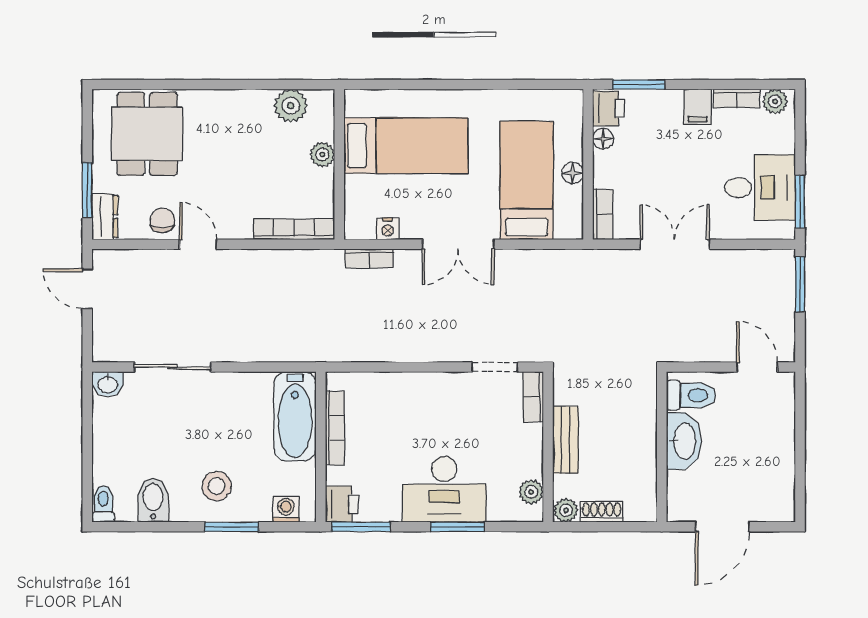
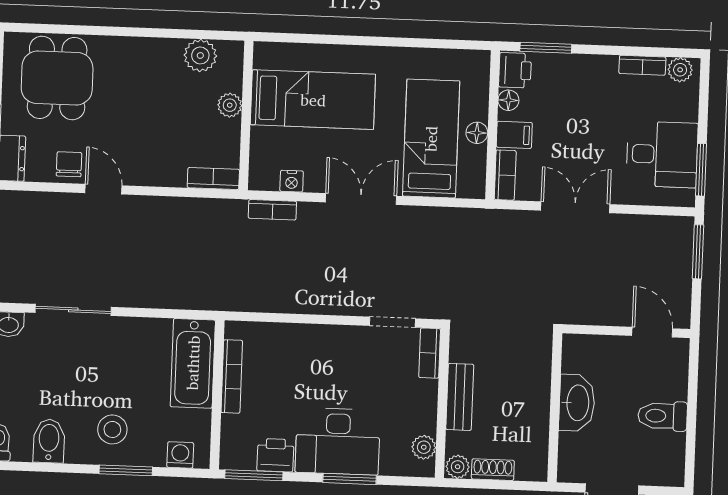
filing cabinet: (698, 107) -> (514, 135), moved, turned -90
bookcase: (294, 229) -> (213, 179), width x0.64
double door: (458, 244) -> (361, 199), swing flipped
toilet: (691, 395) -> (663, 416), moved, turned 180
printer: (342, 504) -> (275, 455), moved, turned -90

